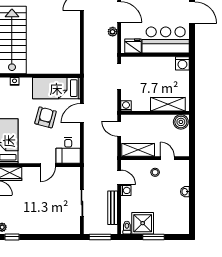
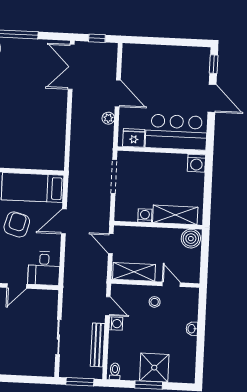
washing machine: (126, 106) -> (145, 216), moved
shower: (143, 223) -> (154, 368), moved

